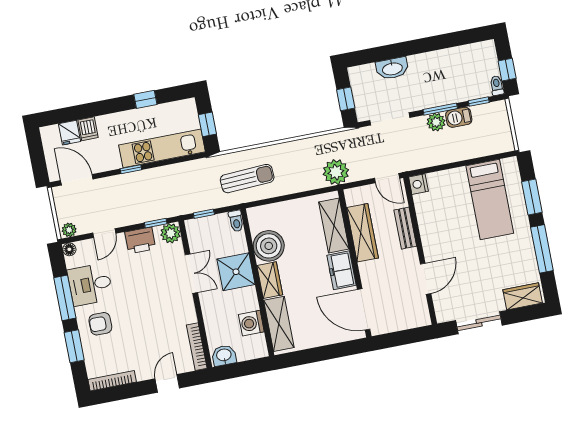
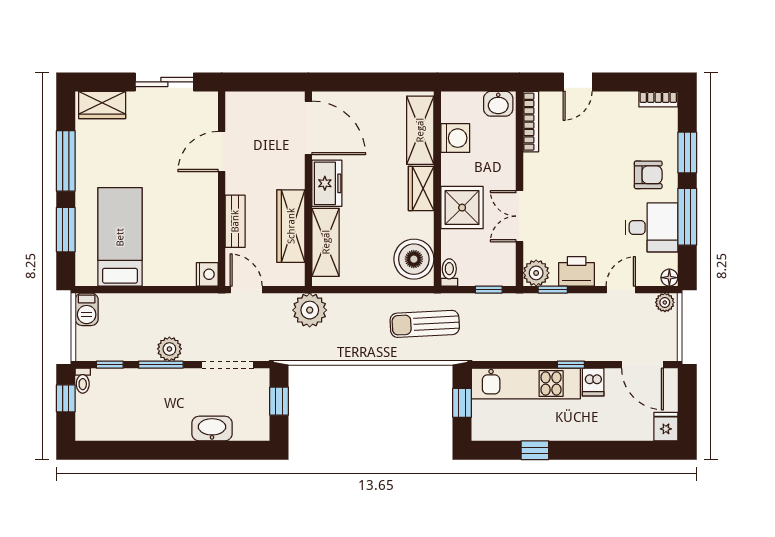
barbecue: (459, 117) -> (87, 309), moved, turned 90
dishwasher: (88, 129) -> (593, 382), moved, turned 180
fridge: (69, 133) -> (666, 427), moved
boiler: (269, 246) -> (414, 259), moved
bookcase: (112, 381) -> (658, 99), width x0.64

